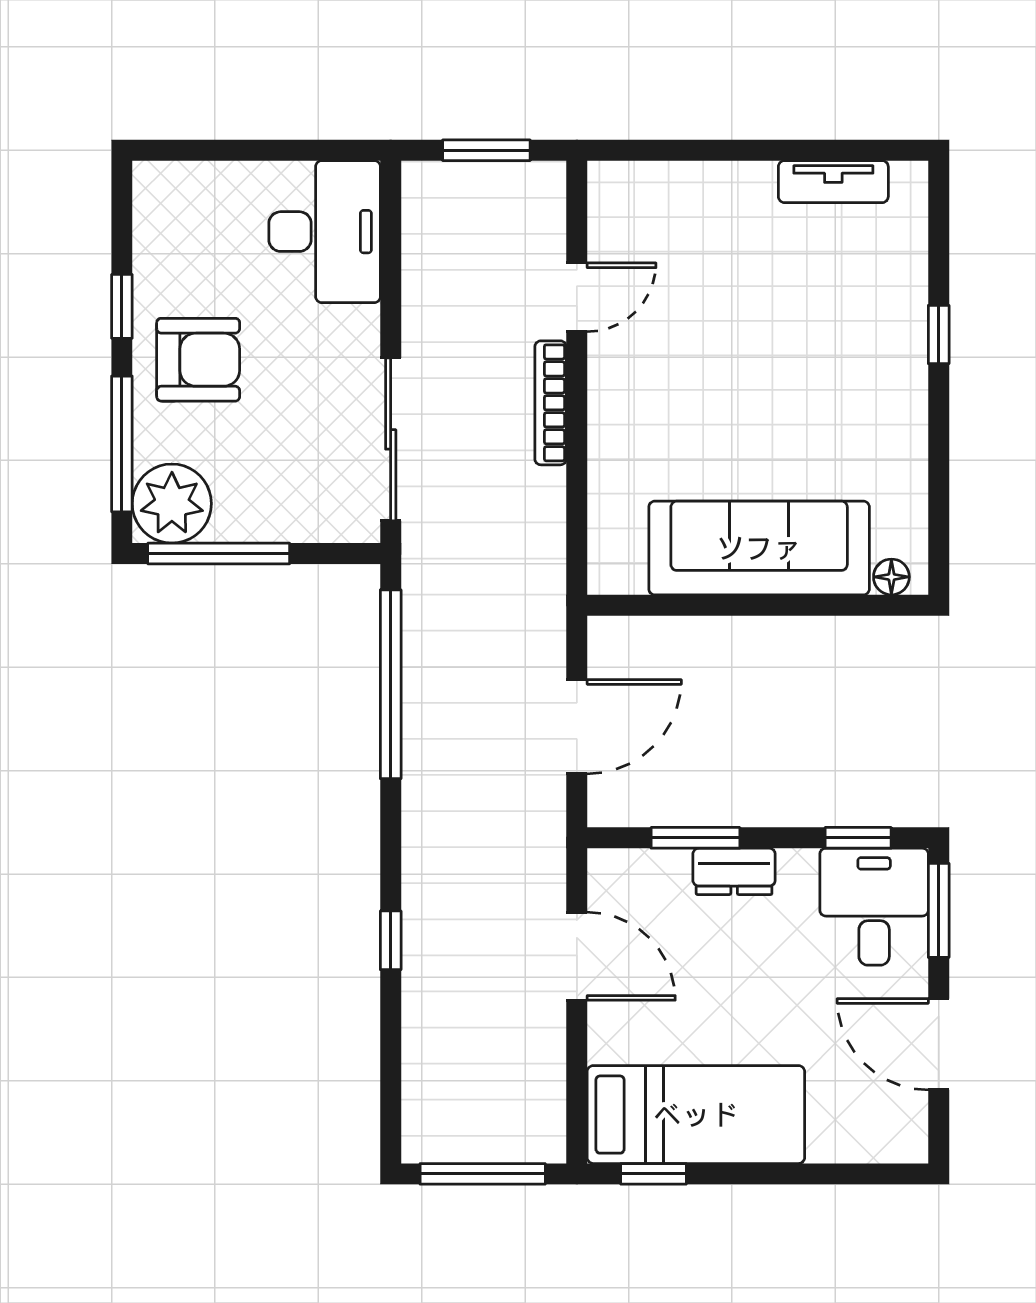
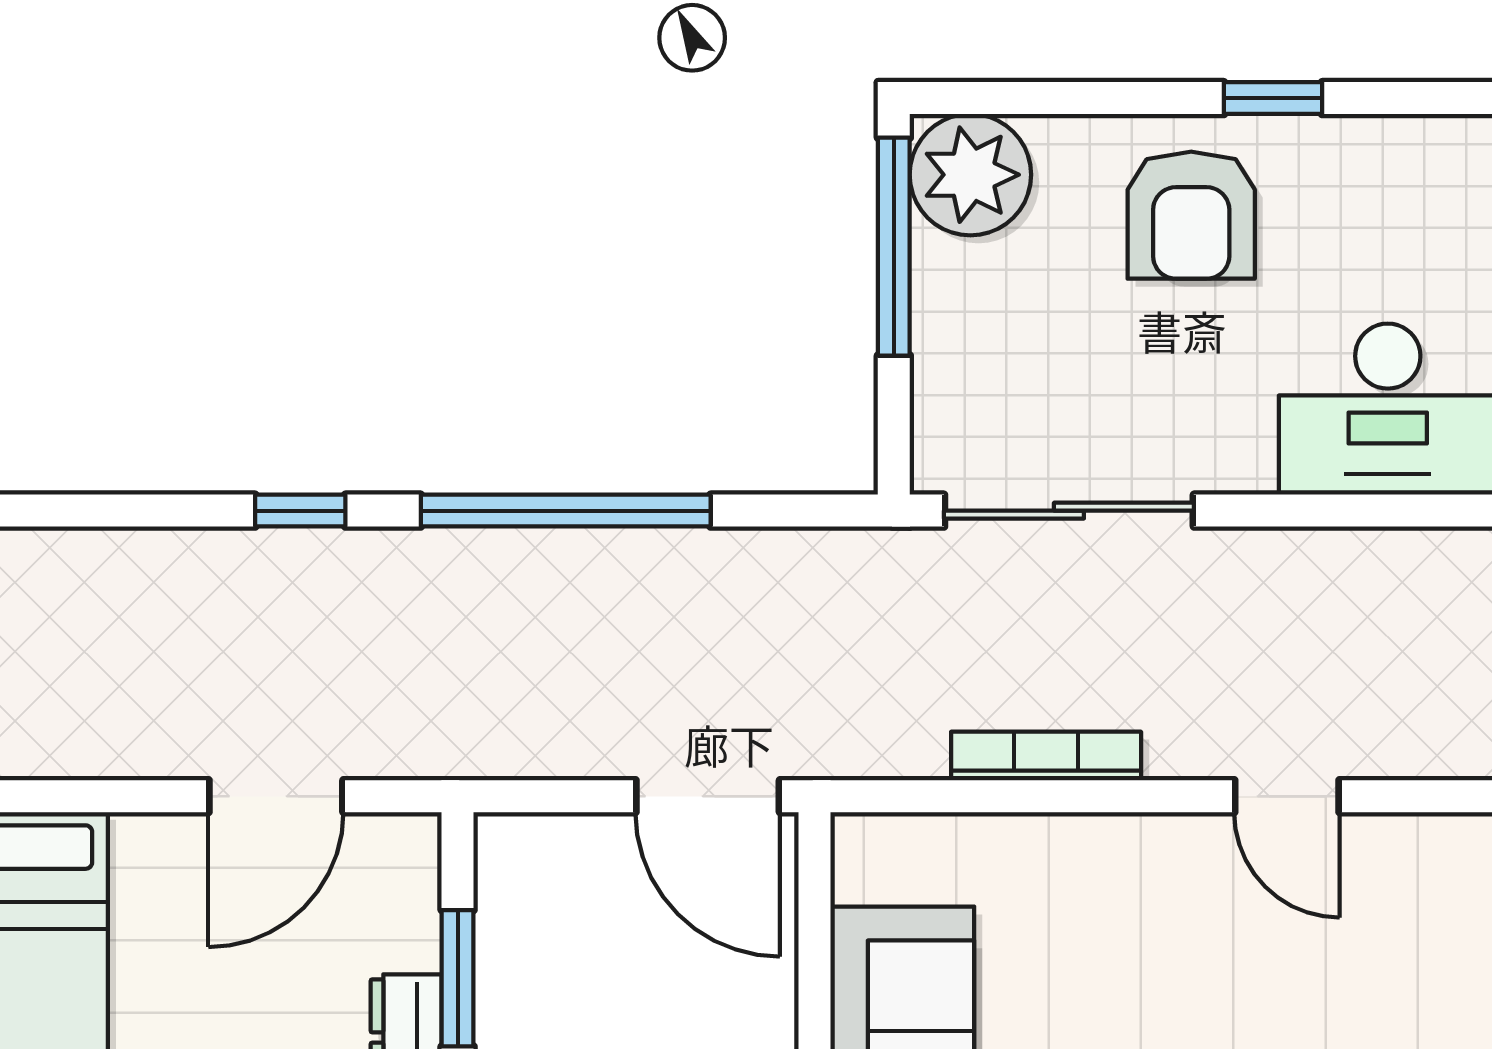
bookcase: (551, 403) -> (1046, 756), moved
window: (122, 444) -> (1062, 98), removed
window: (391, 684) -> (566, 511), moved
door: (577, 727) -> (708, 796), moved

